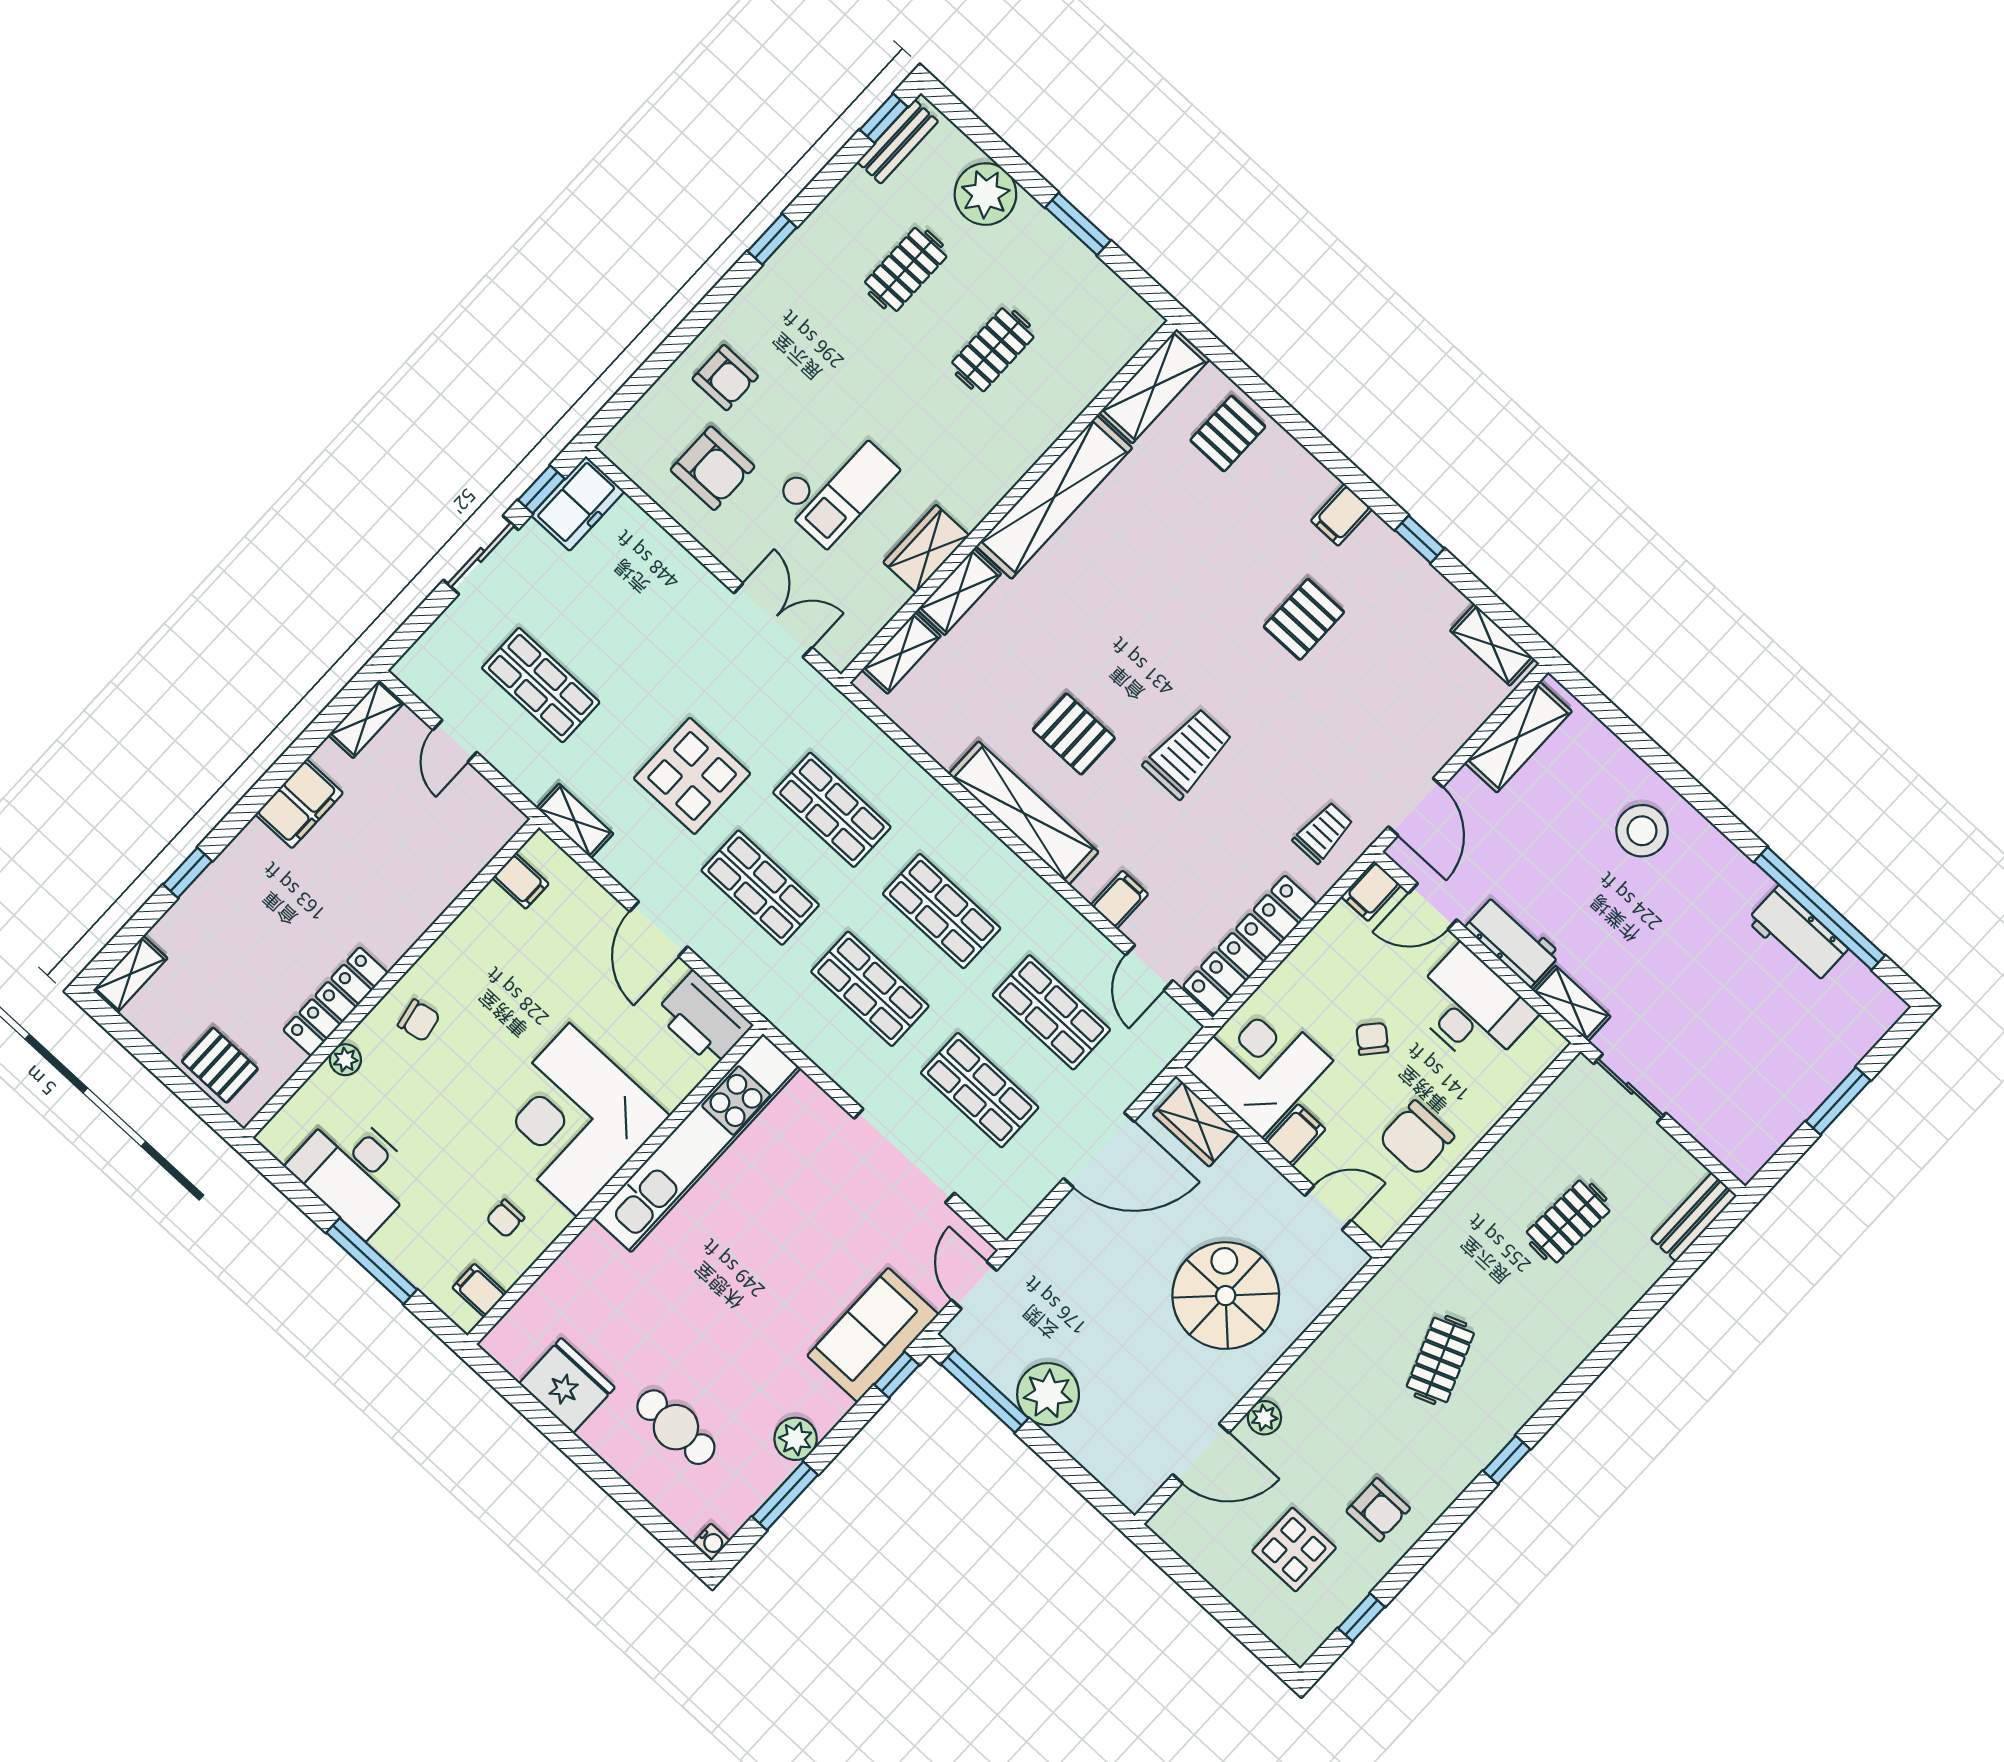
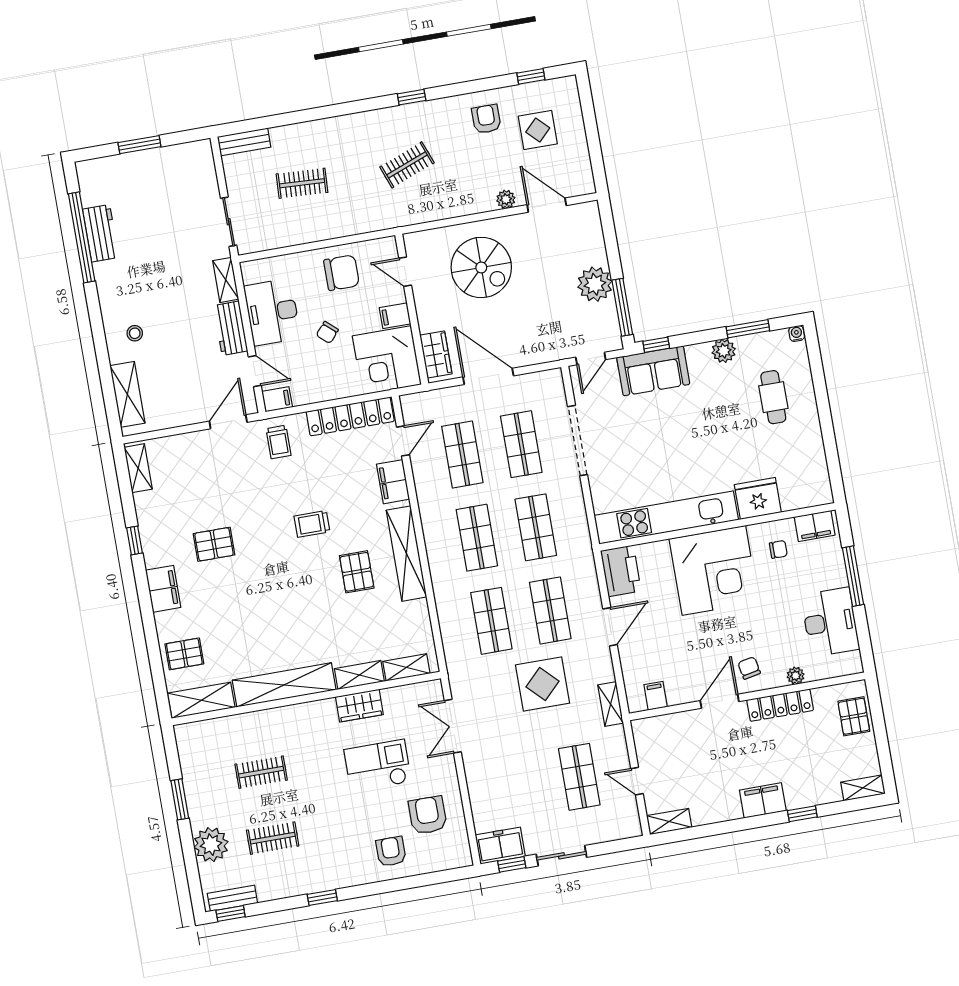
filing cabinet: (1341, 515) -> (163, 589), width x2.00
shelving: (1518, 737) -> (127, 394), moved, turned 90
door: (455, 741) -> (637, 781), swing flipped
trolley: (1188, 753) -> (312, 524), width x0.73, depth x0.72
filing cabinet: (299, 804) -> (763, 800), moved
stool: (1642, 831) -> (135, 333), width x0.53, depth x0.53
trolley: (1323, 833) -> (279, 442), turned -90
filing cabinet: (1119, 900) -> (393, 482), width x2.00
door: (425, 942) -> (720, 701), added
filing cabinet: (479, 1290) -> (815, 526), width x2.00
spiral stairs: (1226, 1296) -> (481, 267), turned -90
fridge: (567, 1385) -> (758, 498), moved, turned 90

